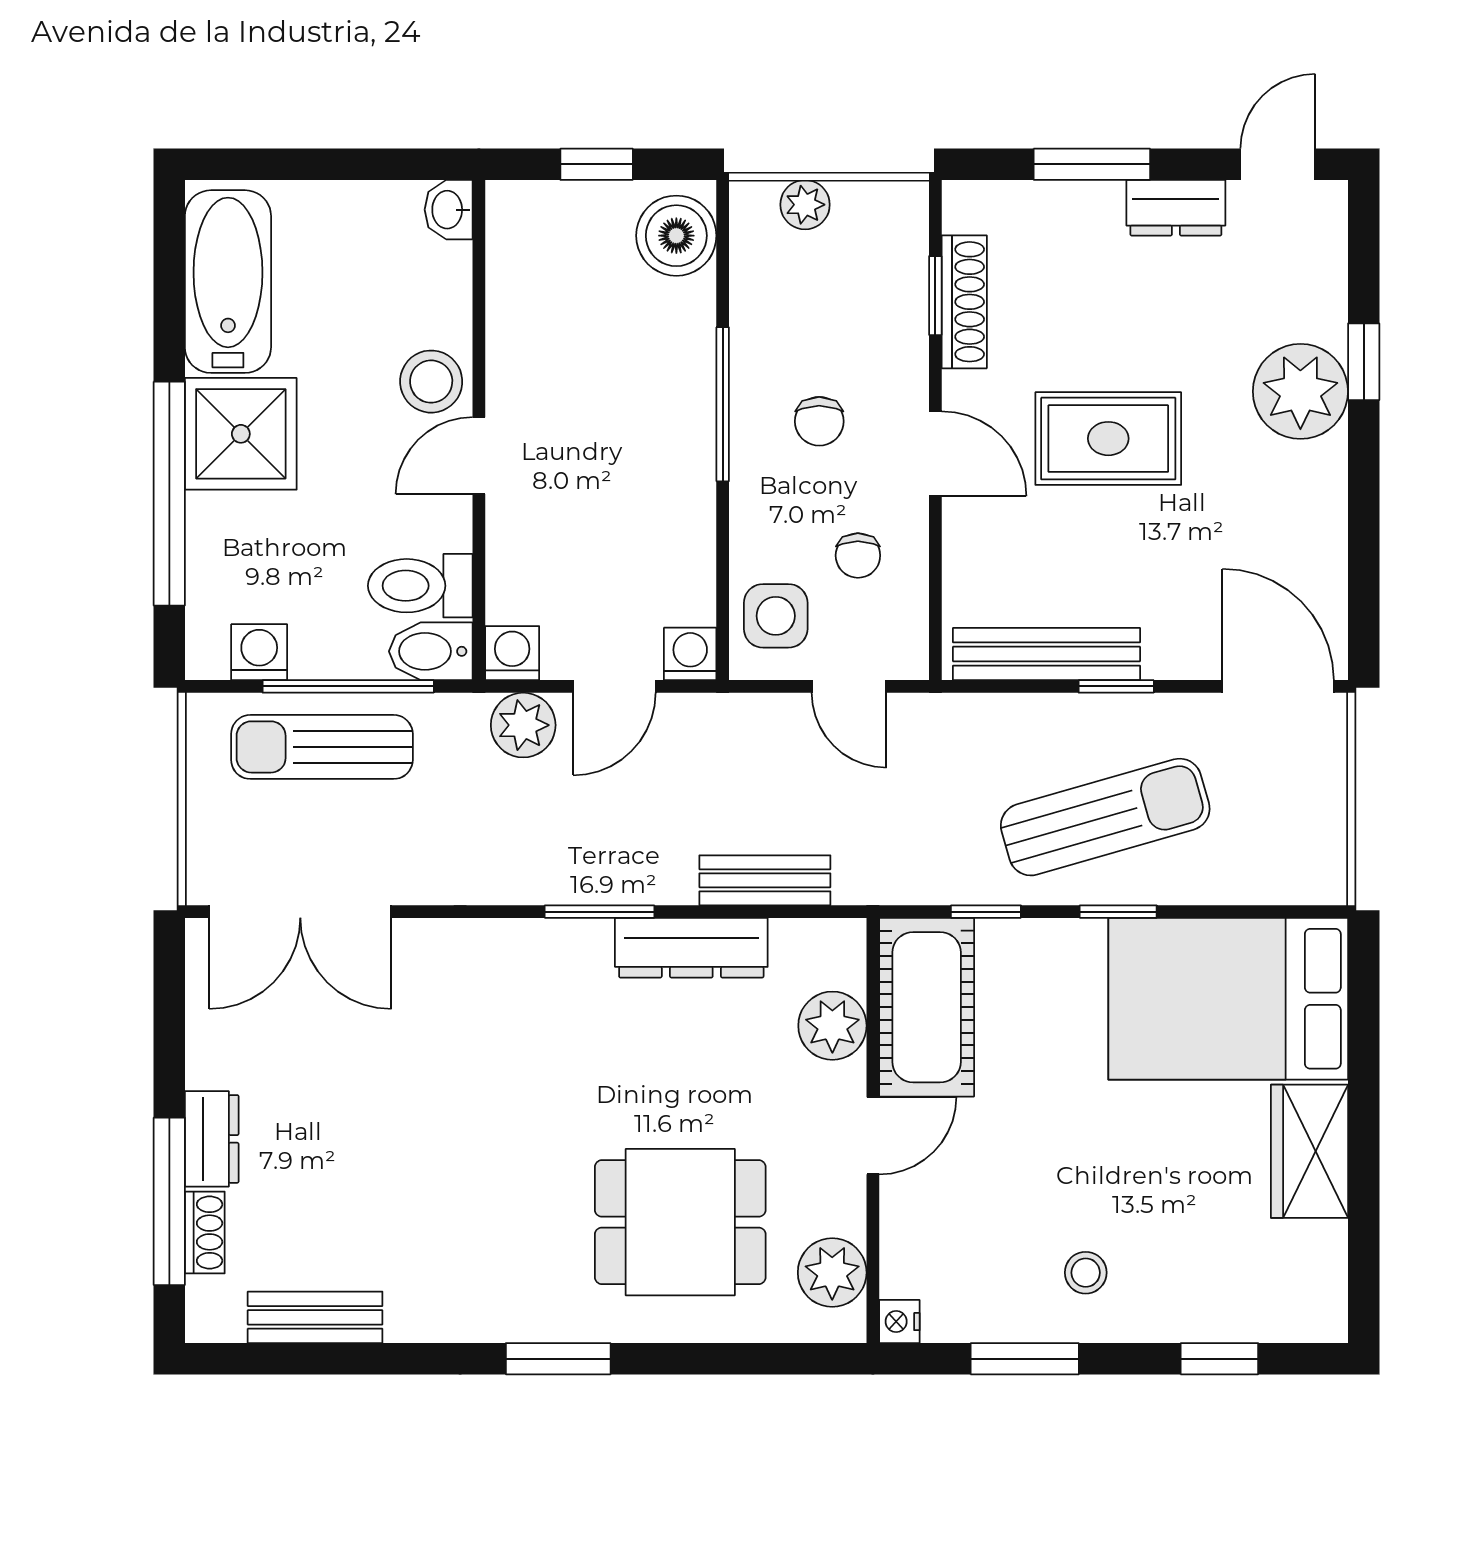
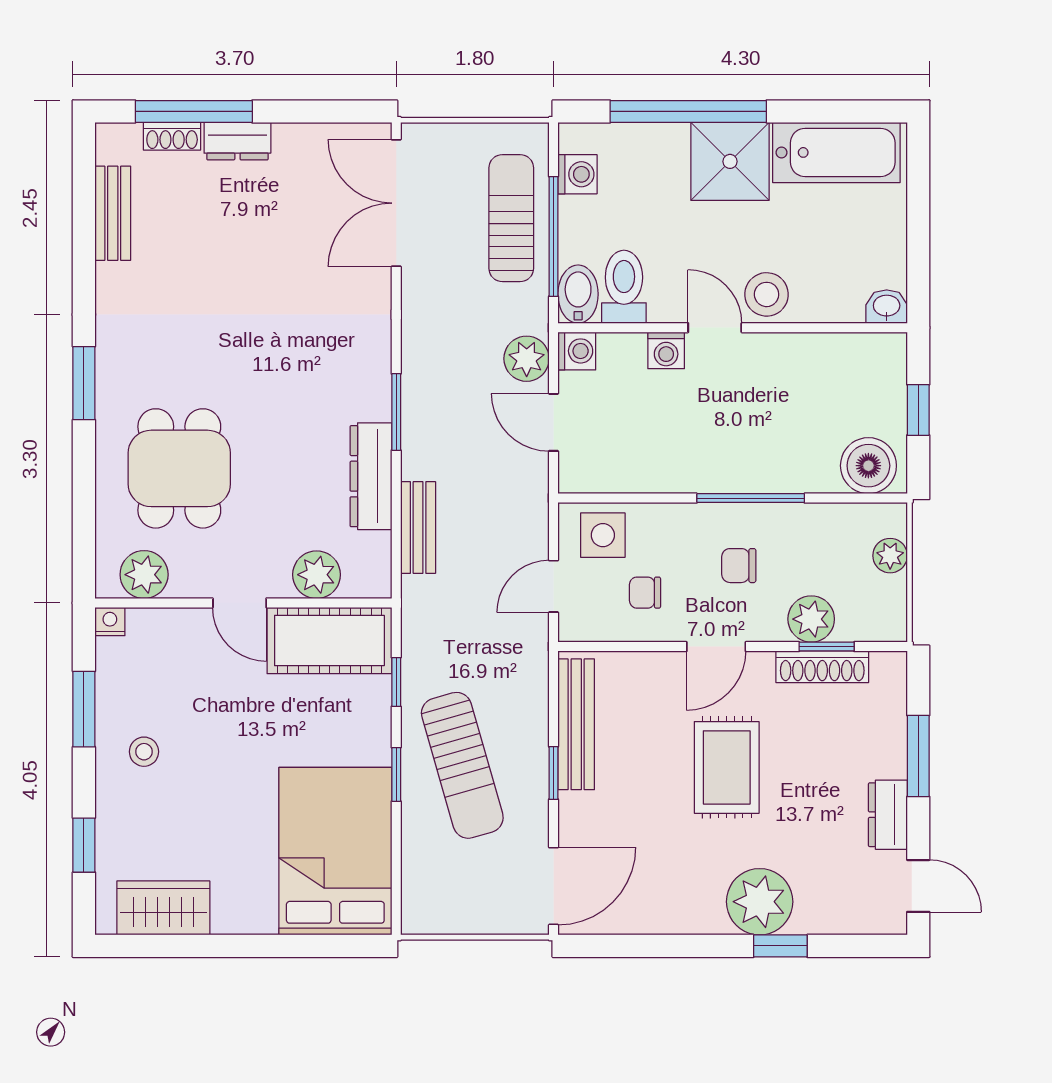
plant: (896, 318) -> (811, 619), added
washing machine: (690, 654) -> (666, 350), moved, turned 90
wardrobe: (1309, 1151) -> (163, 908), moved

